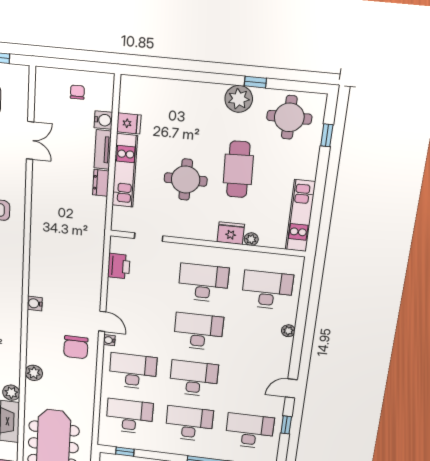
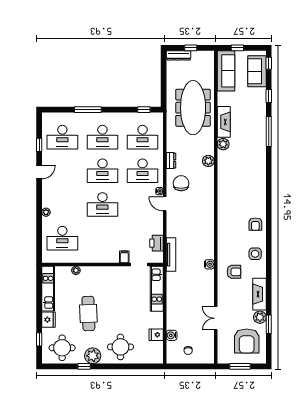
tv unit: (103, 150) -> (171, 255), moved, width x1.41
kitchen unit: (125, 171) -> (157, 289), moved
round table: (186, 180) -> (120, 347), moved
dresser: (101, 183) -> (171, 161), moved
fridge: (231, 233) -> (48, 320), moved, turned -90
filing cabinet: (171, 251) -> (124, 257), added
desk: (203, 283) -> (102, 238), removed
water cooler: (35, 303) -> (209, 264), moved

